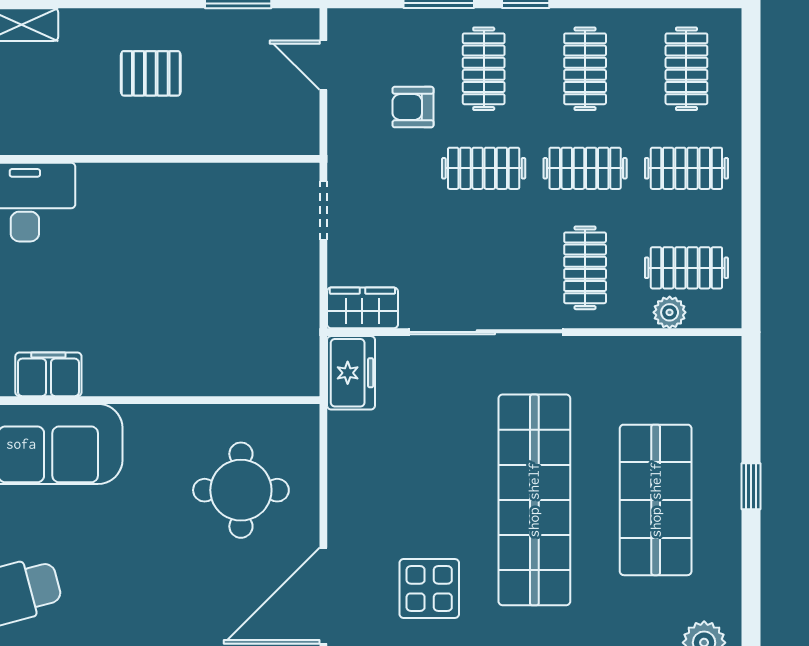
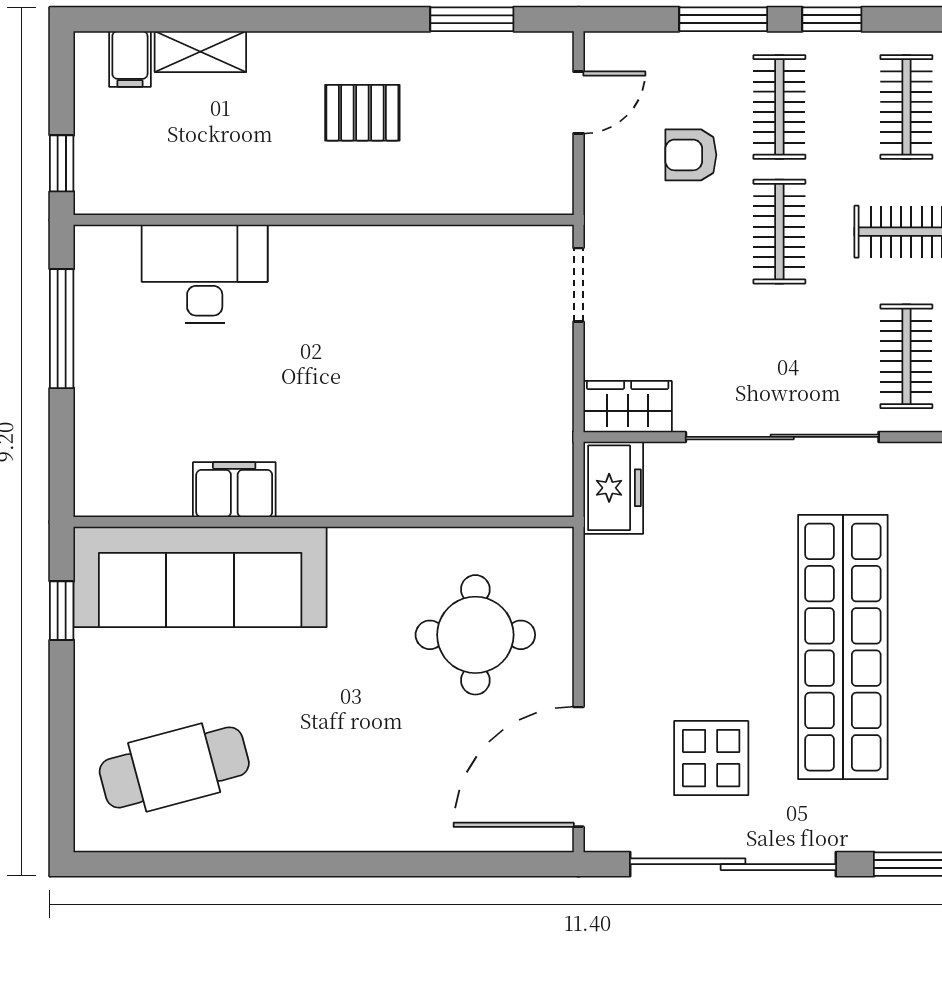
door: (323, 65) -> (579, 102), swing flipped
clothes rail: (484, 168) -> (779, 232), turned 90

